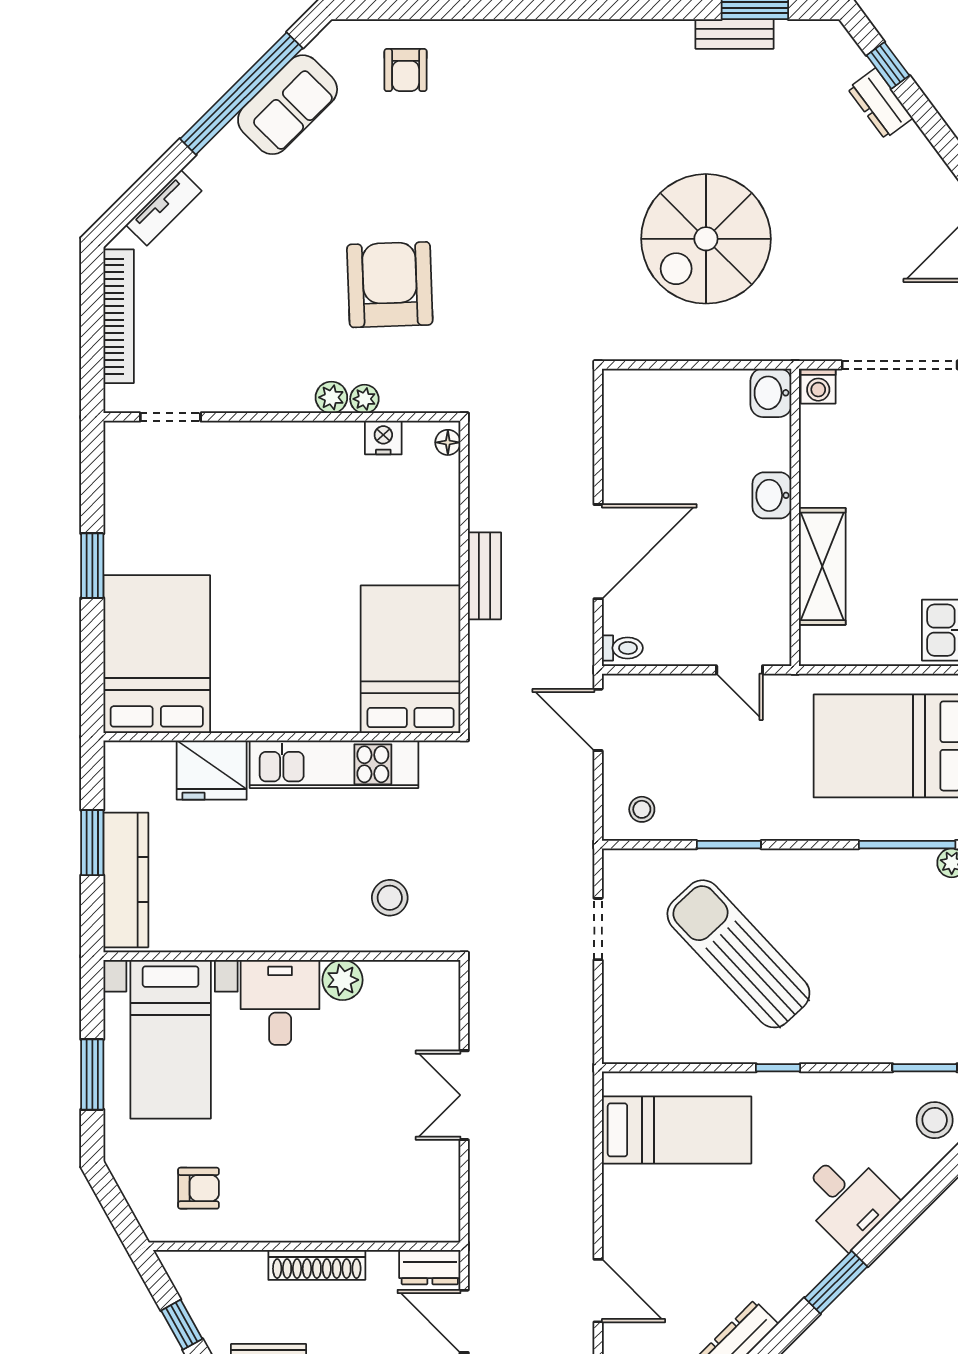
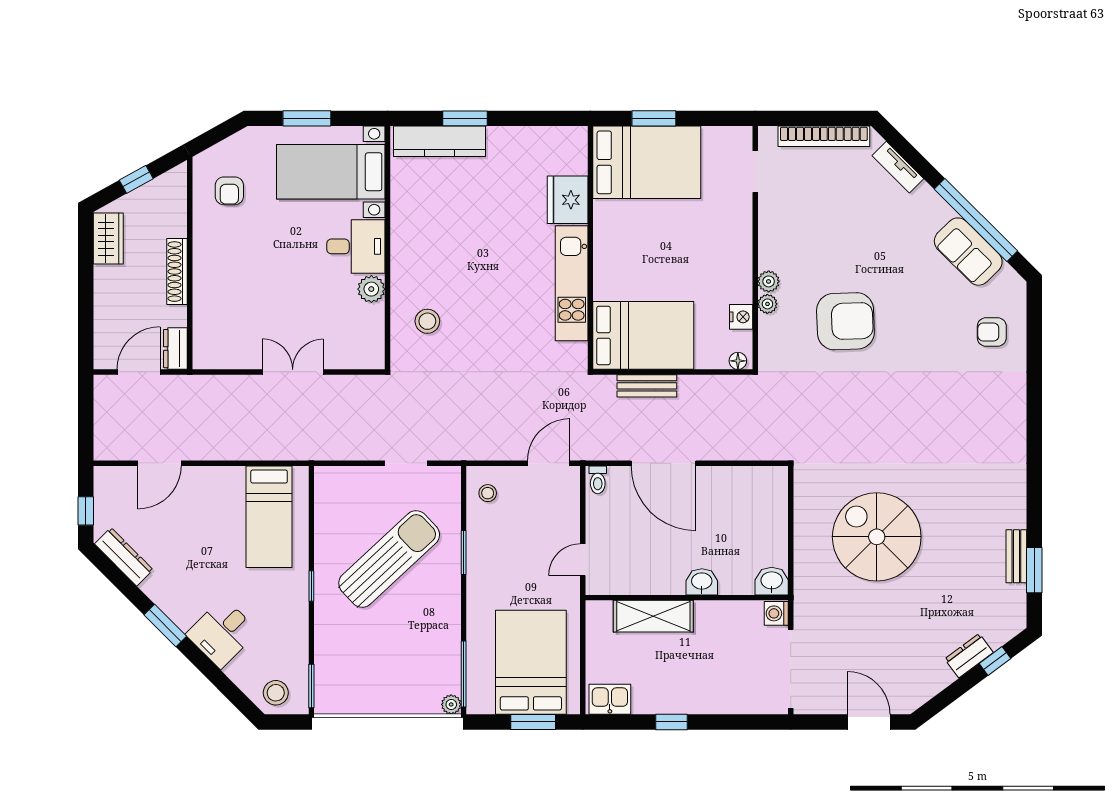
bed: (157, 654) -> (647, 162), moved
bed: (411, 659) -> (643, 335), moved
wall: (282, 737) -> (590, 248), moved
kitchen unit: (334, 764) -> (572, 283), moved
fridge: (212, 770) -> (568, 200), moved

